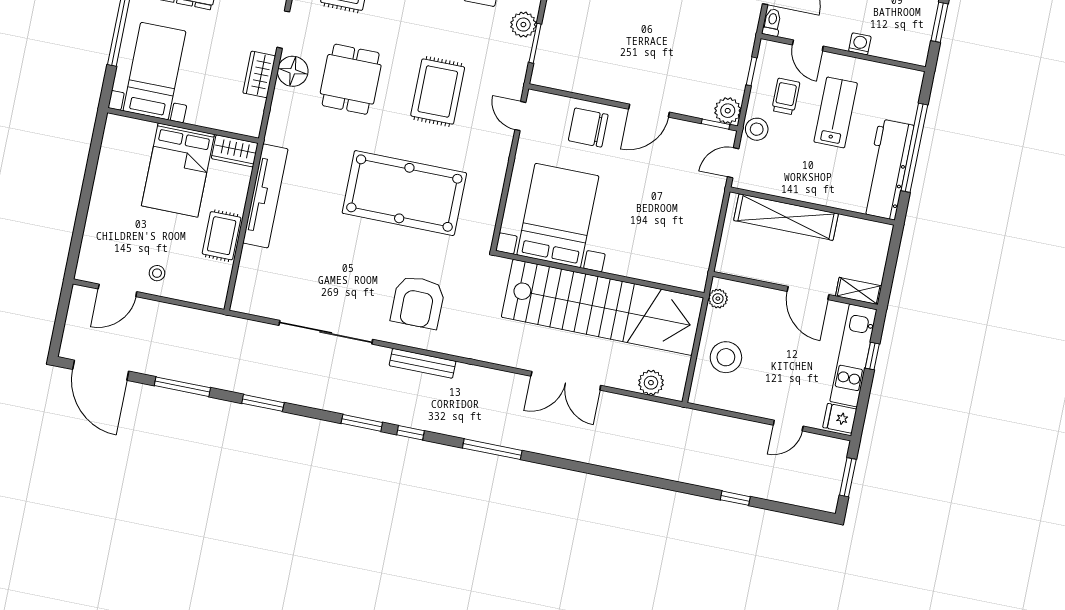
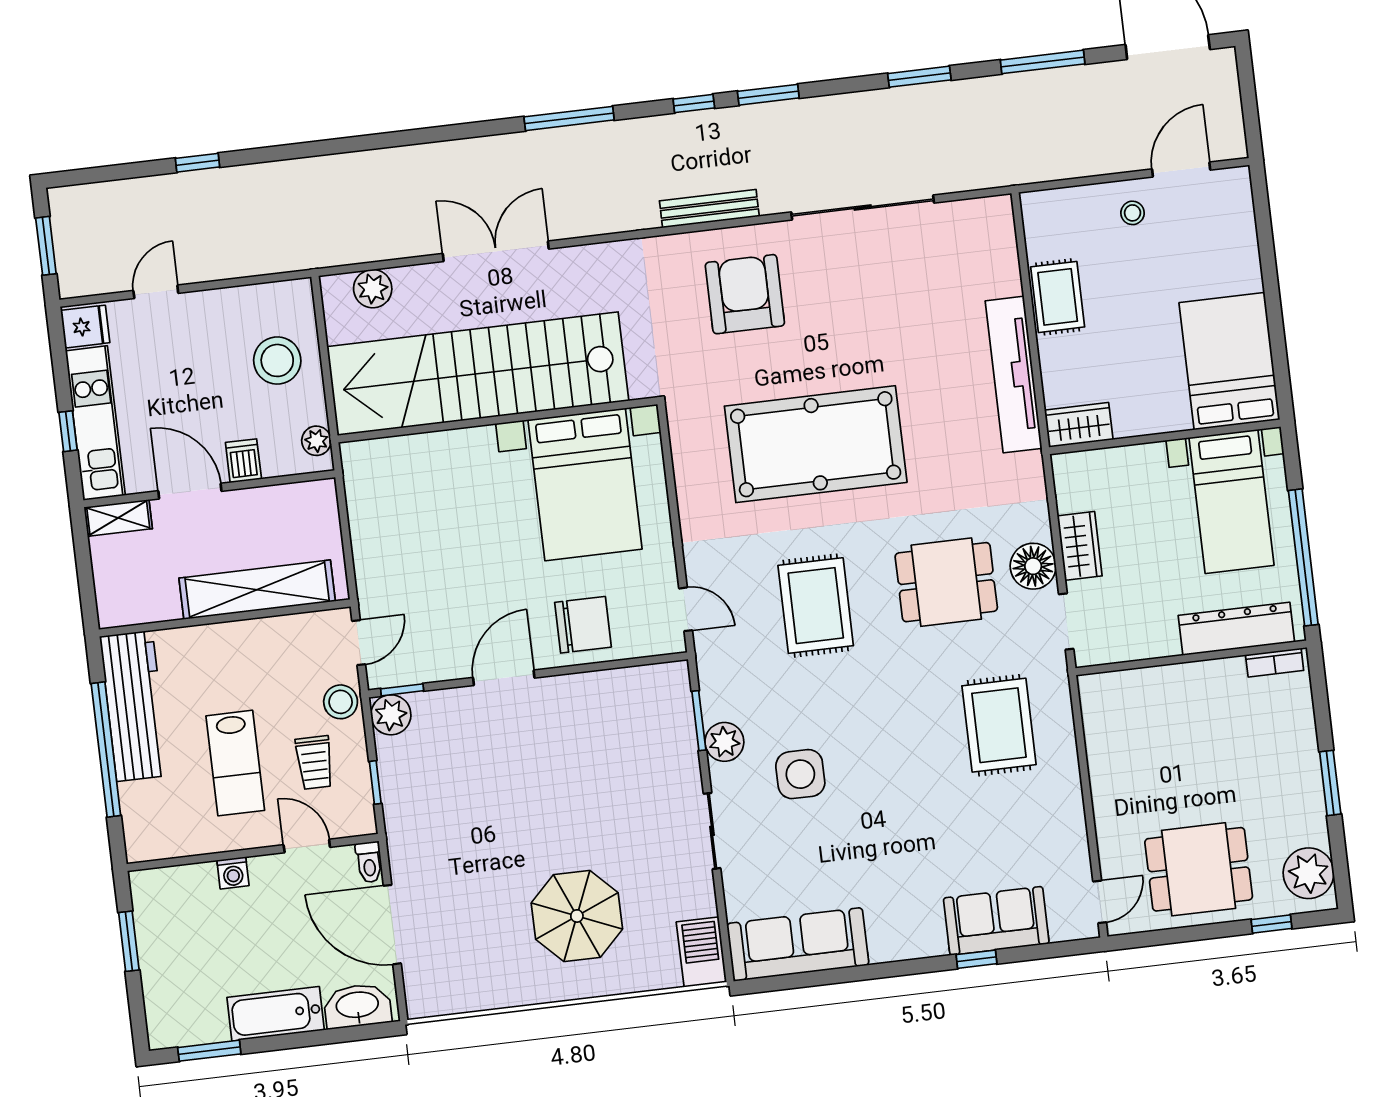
dining table: (351, 79) -> (946, 582), turned 90
bed: (178, 170) -> (1229, 361), moved
dishwasher: (768, 301) -> (243, 461), added

